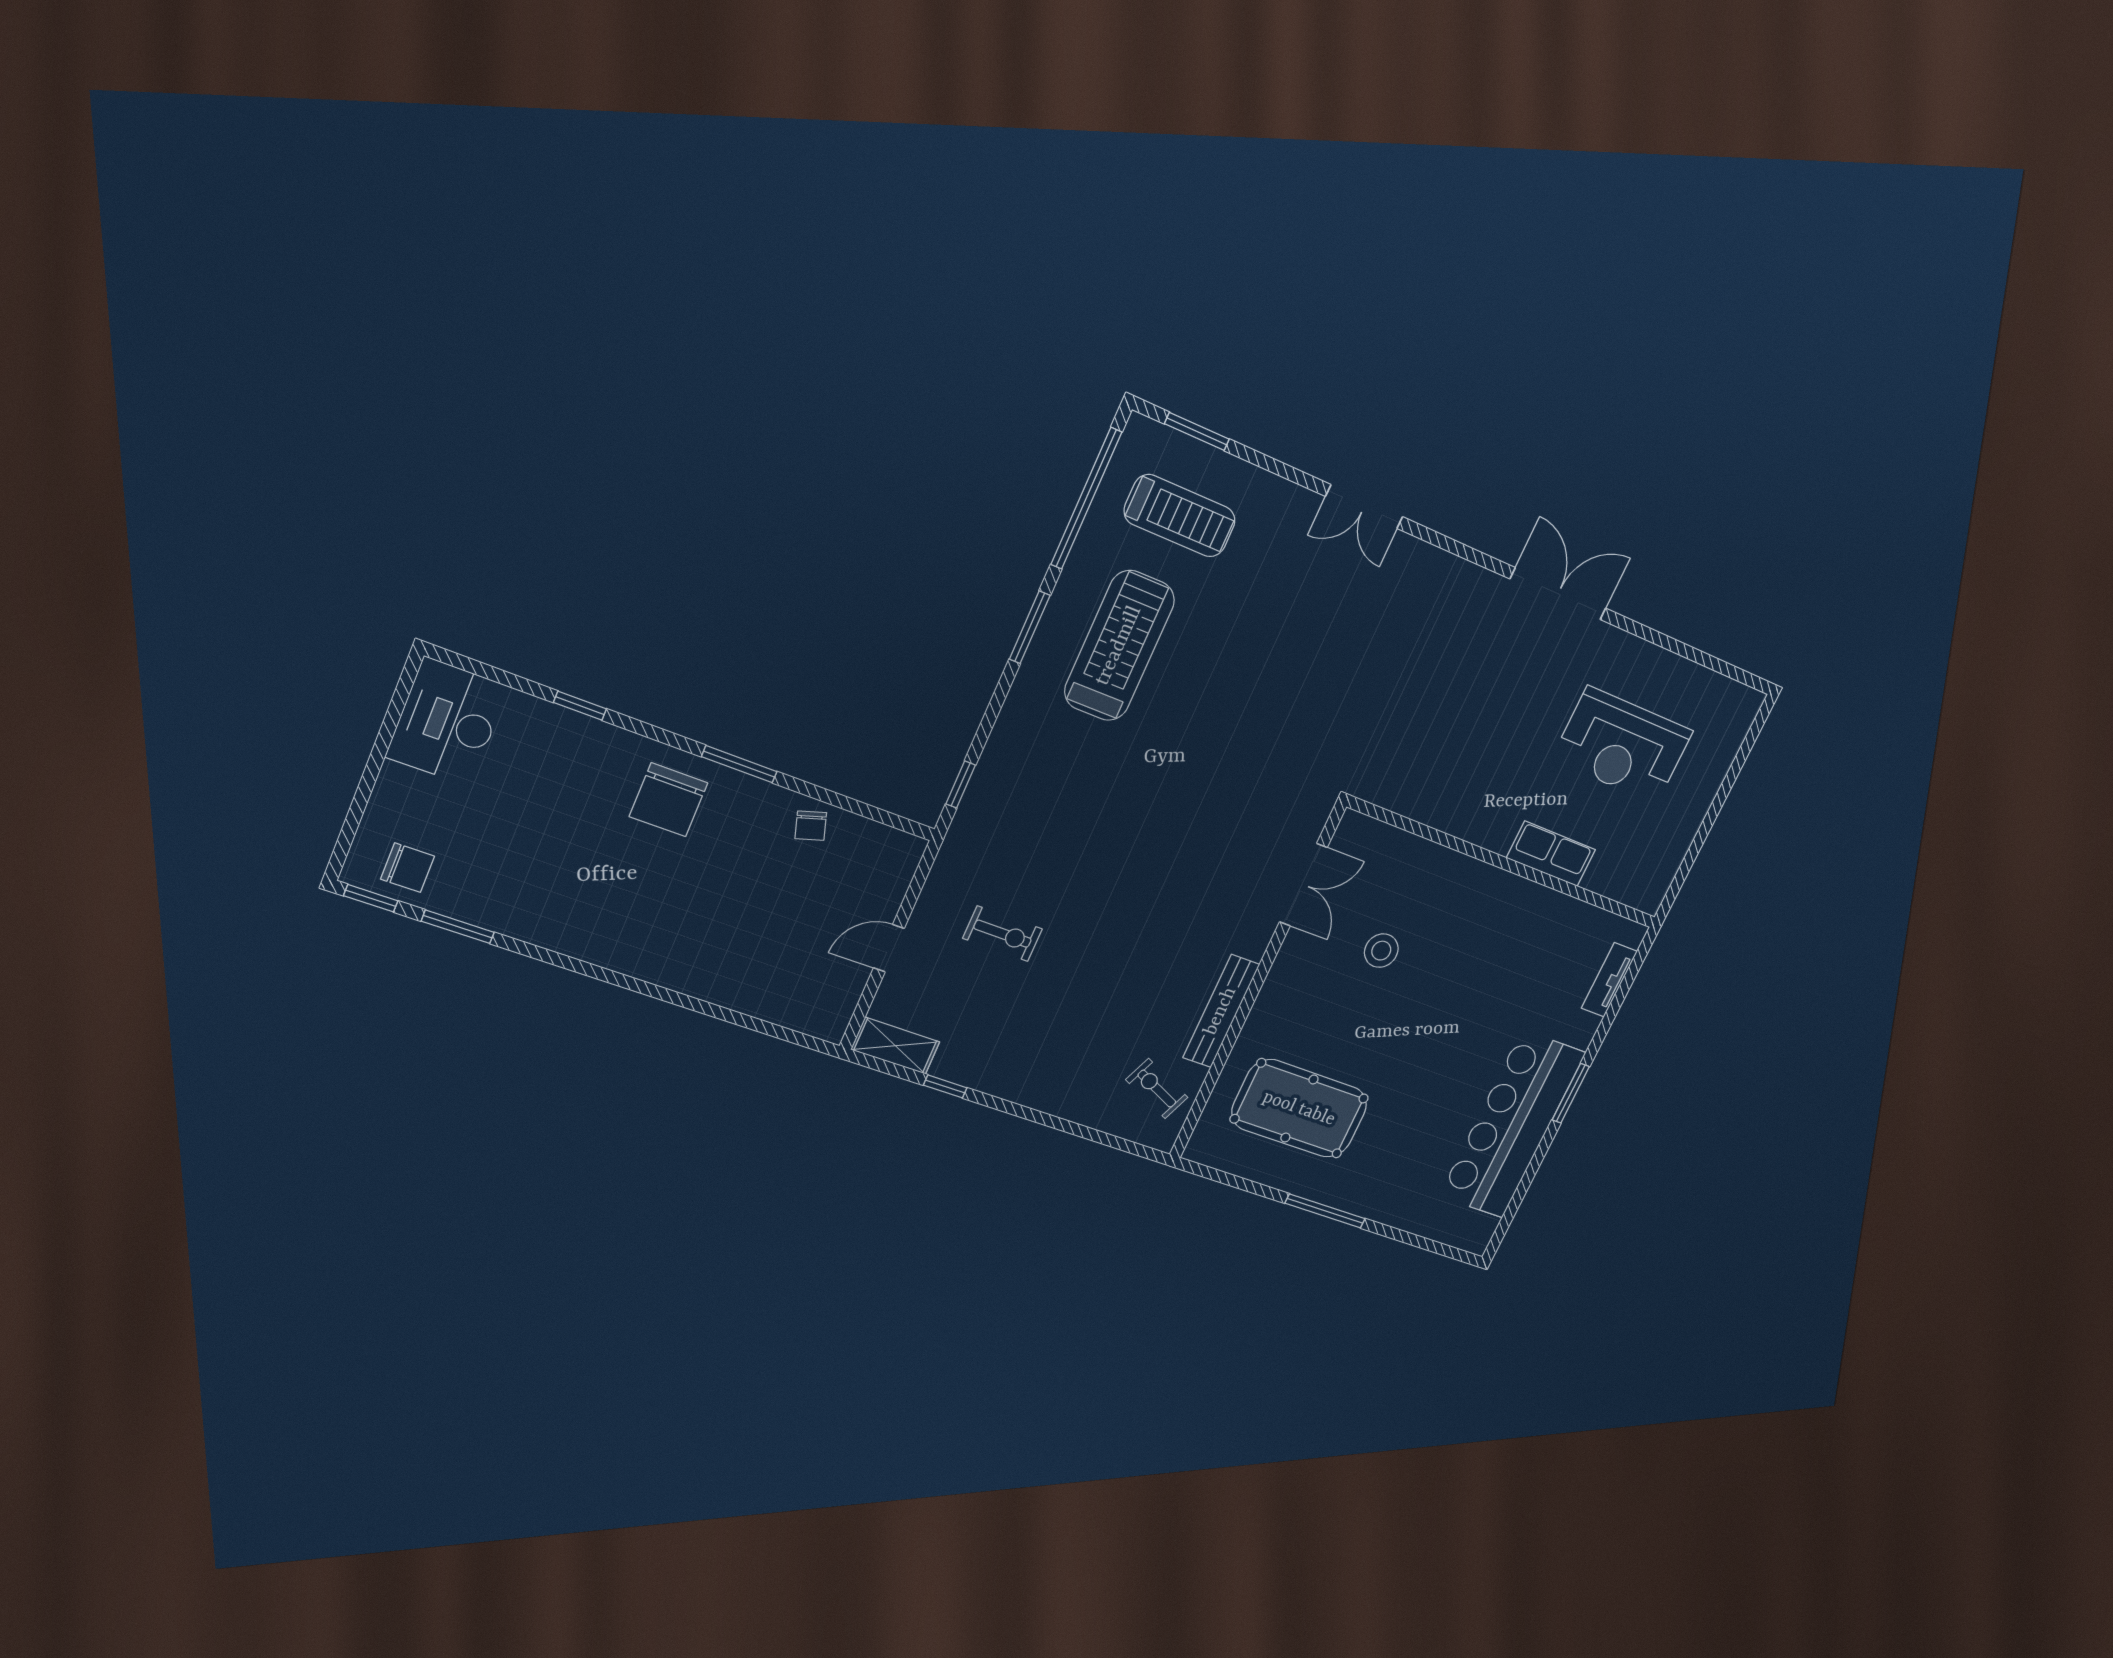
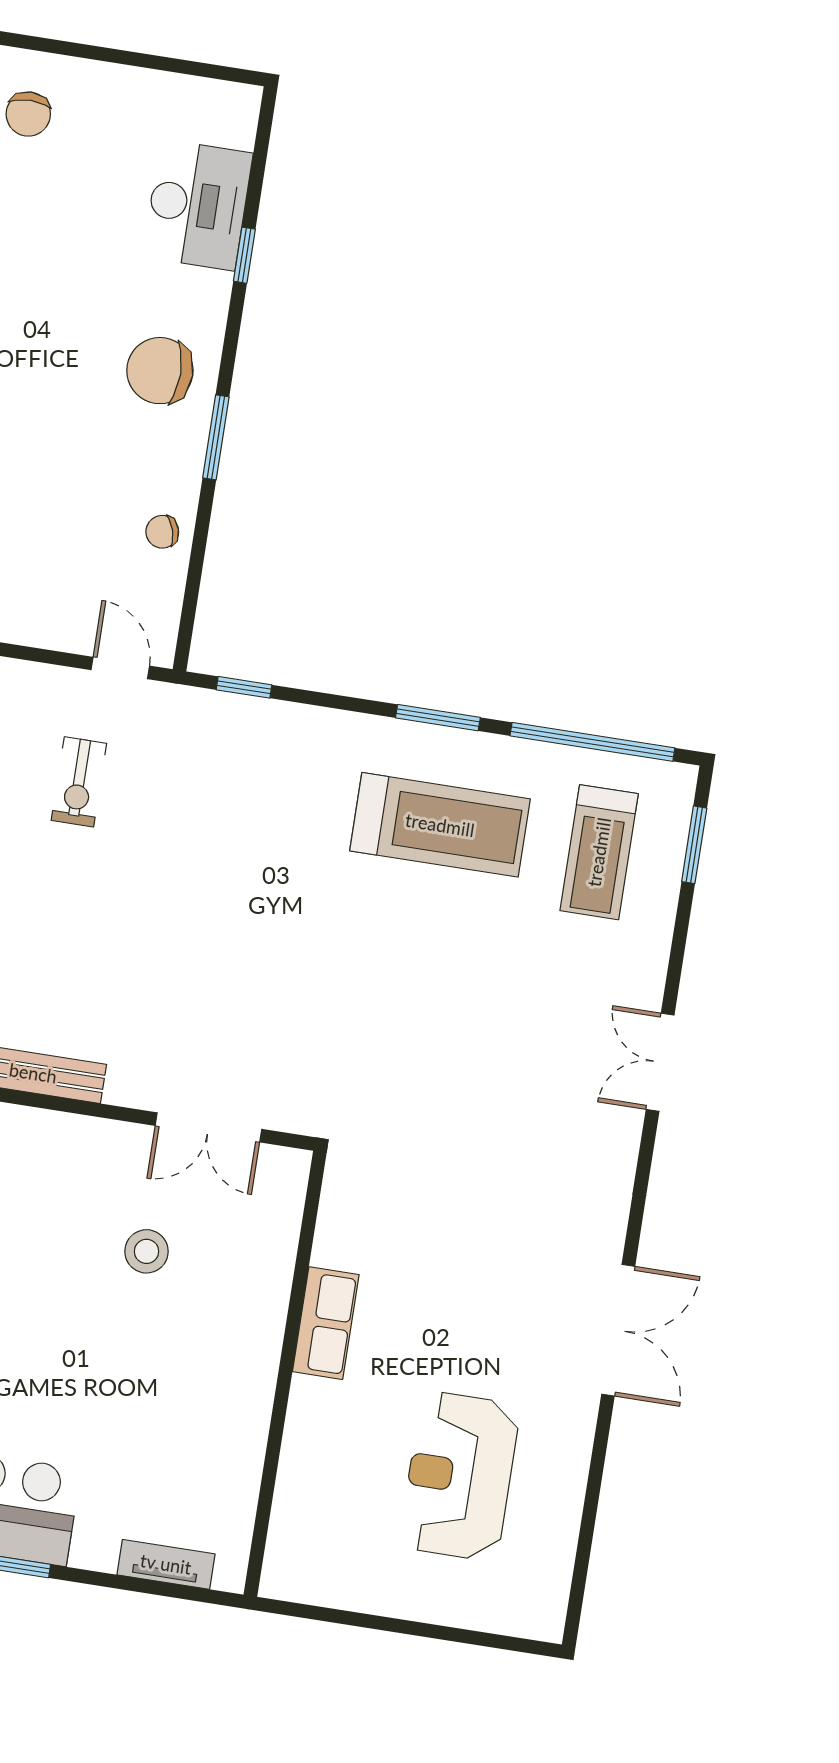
desk: (447, 722) -> (198, 205), moved, turned 90
row of seats: (1551, 854) -> (326, 1323), moved
door: (889, 948) -> (120, 668), moved

